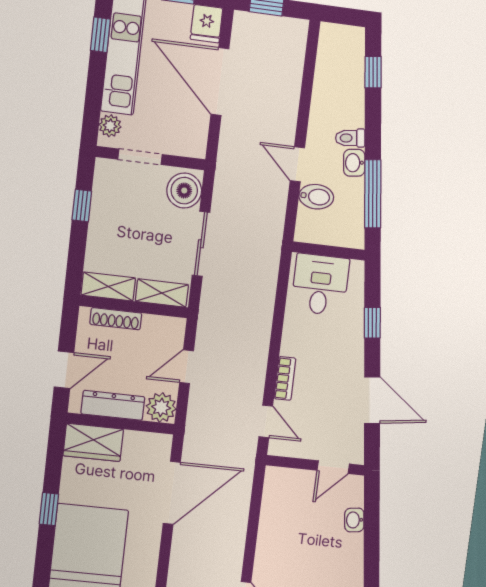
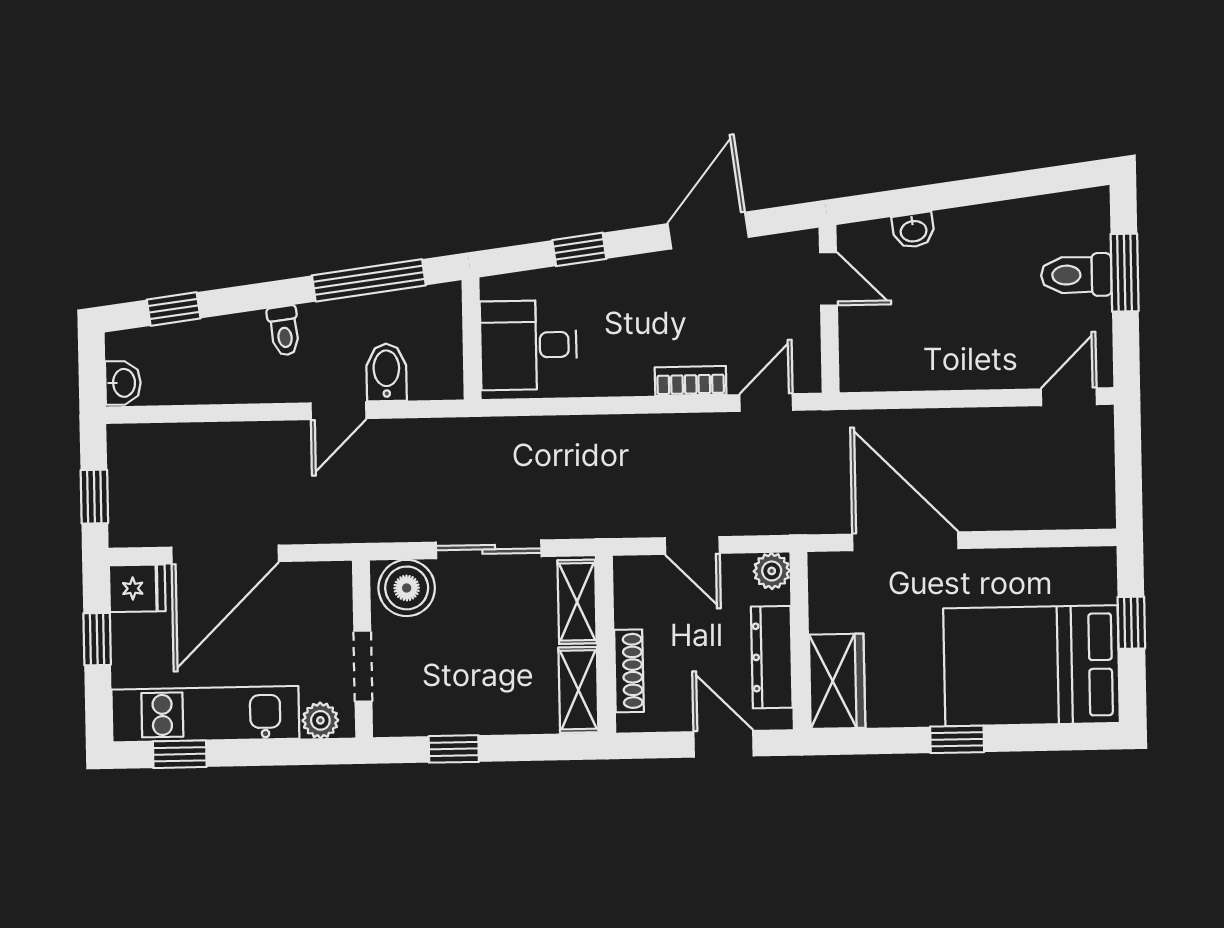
washbasin: (354, 163) -> (123, 383), moved, turned -83
plant: (161, 407) -> (772, 571), width x0.73, depth x0.73

